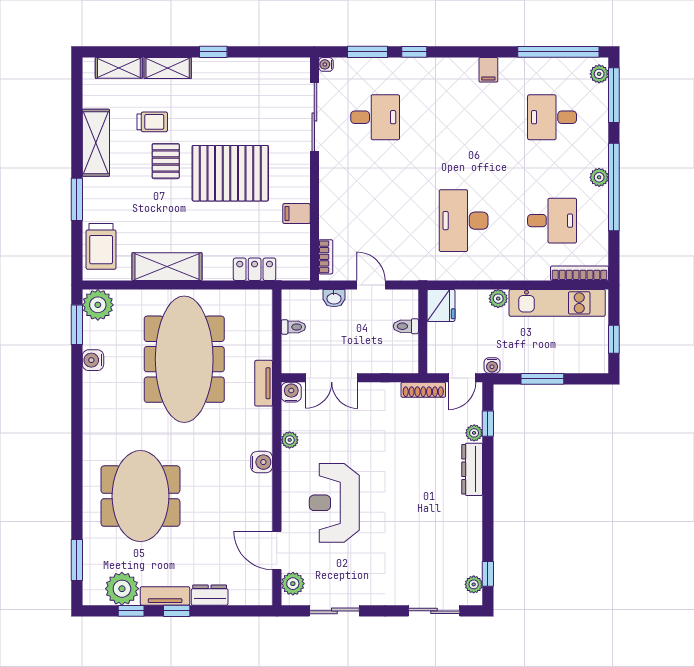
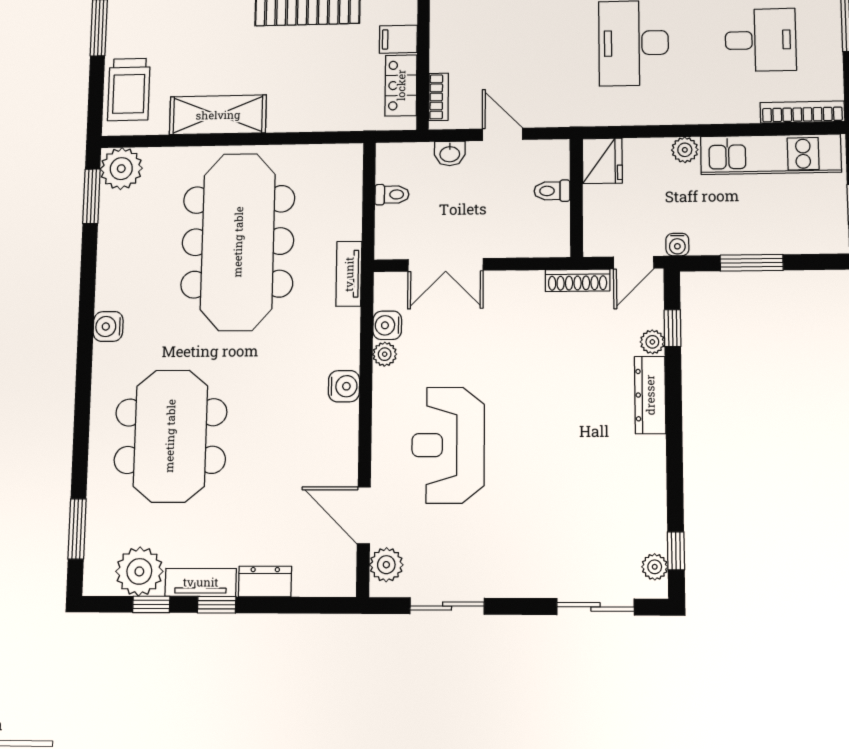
locker: (255, 269) -> (401, 85), moved, turned -90
water cooler: (93, 360) -> (108, 326), moved
water cooler: (291, 392) -> (387, 325), moved, turned -90

